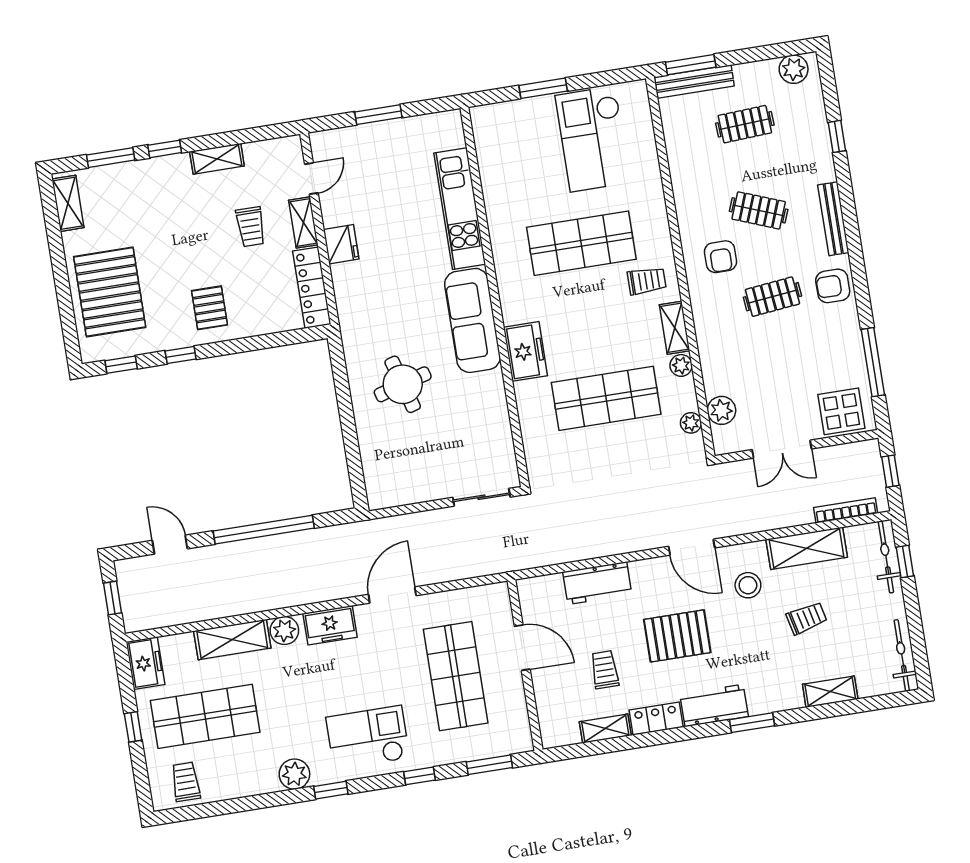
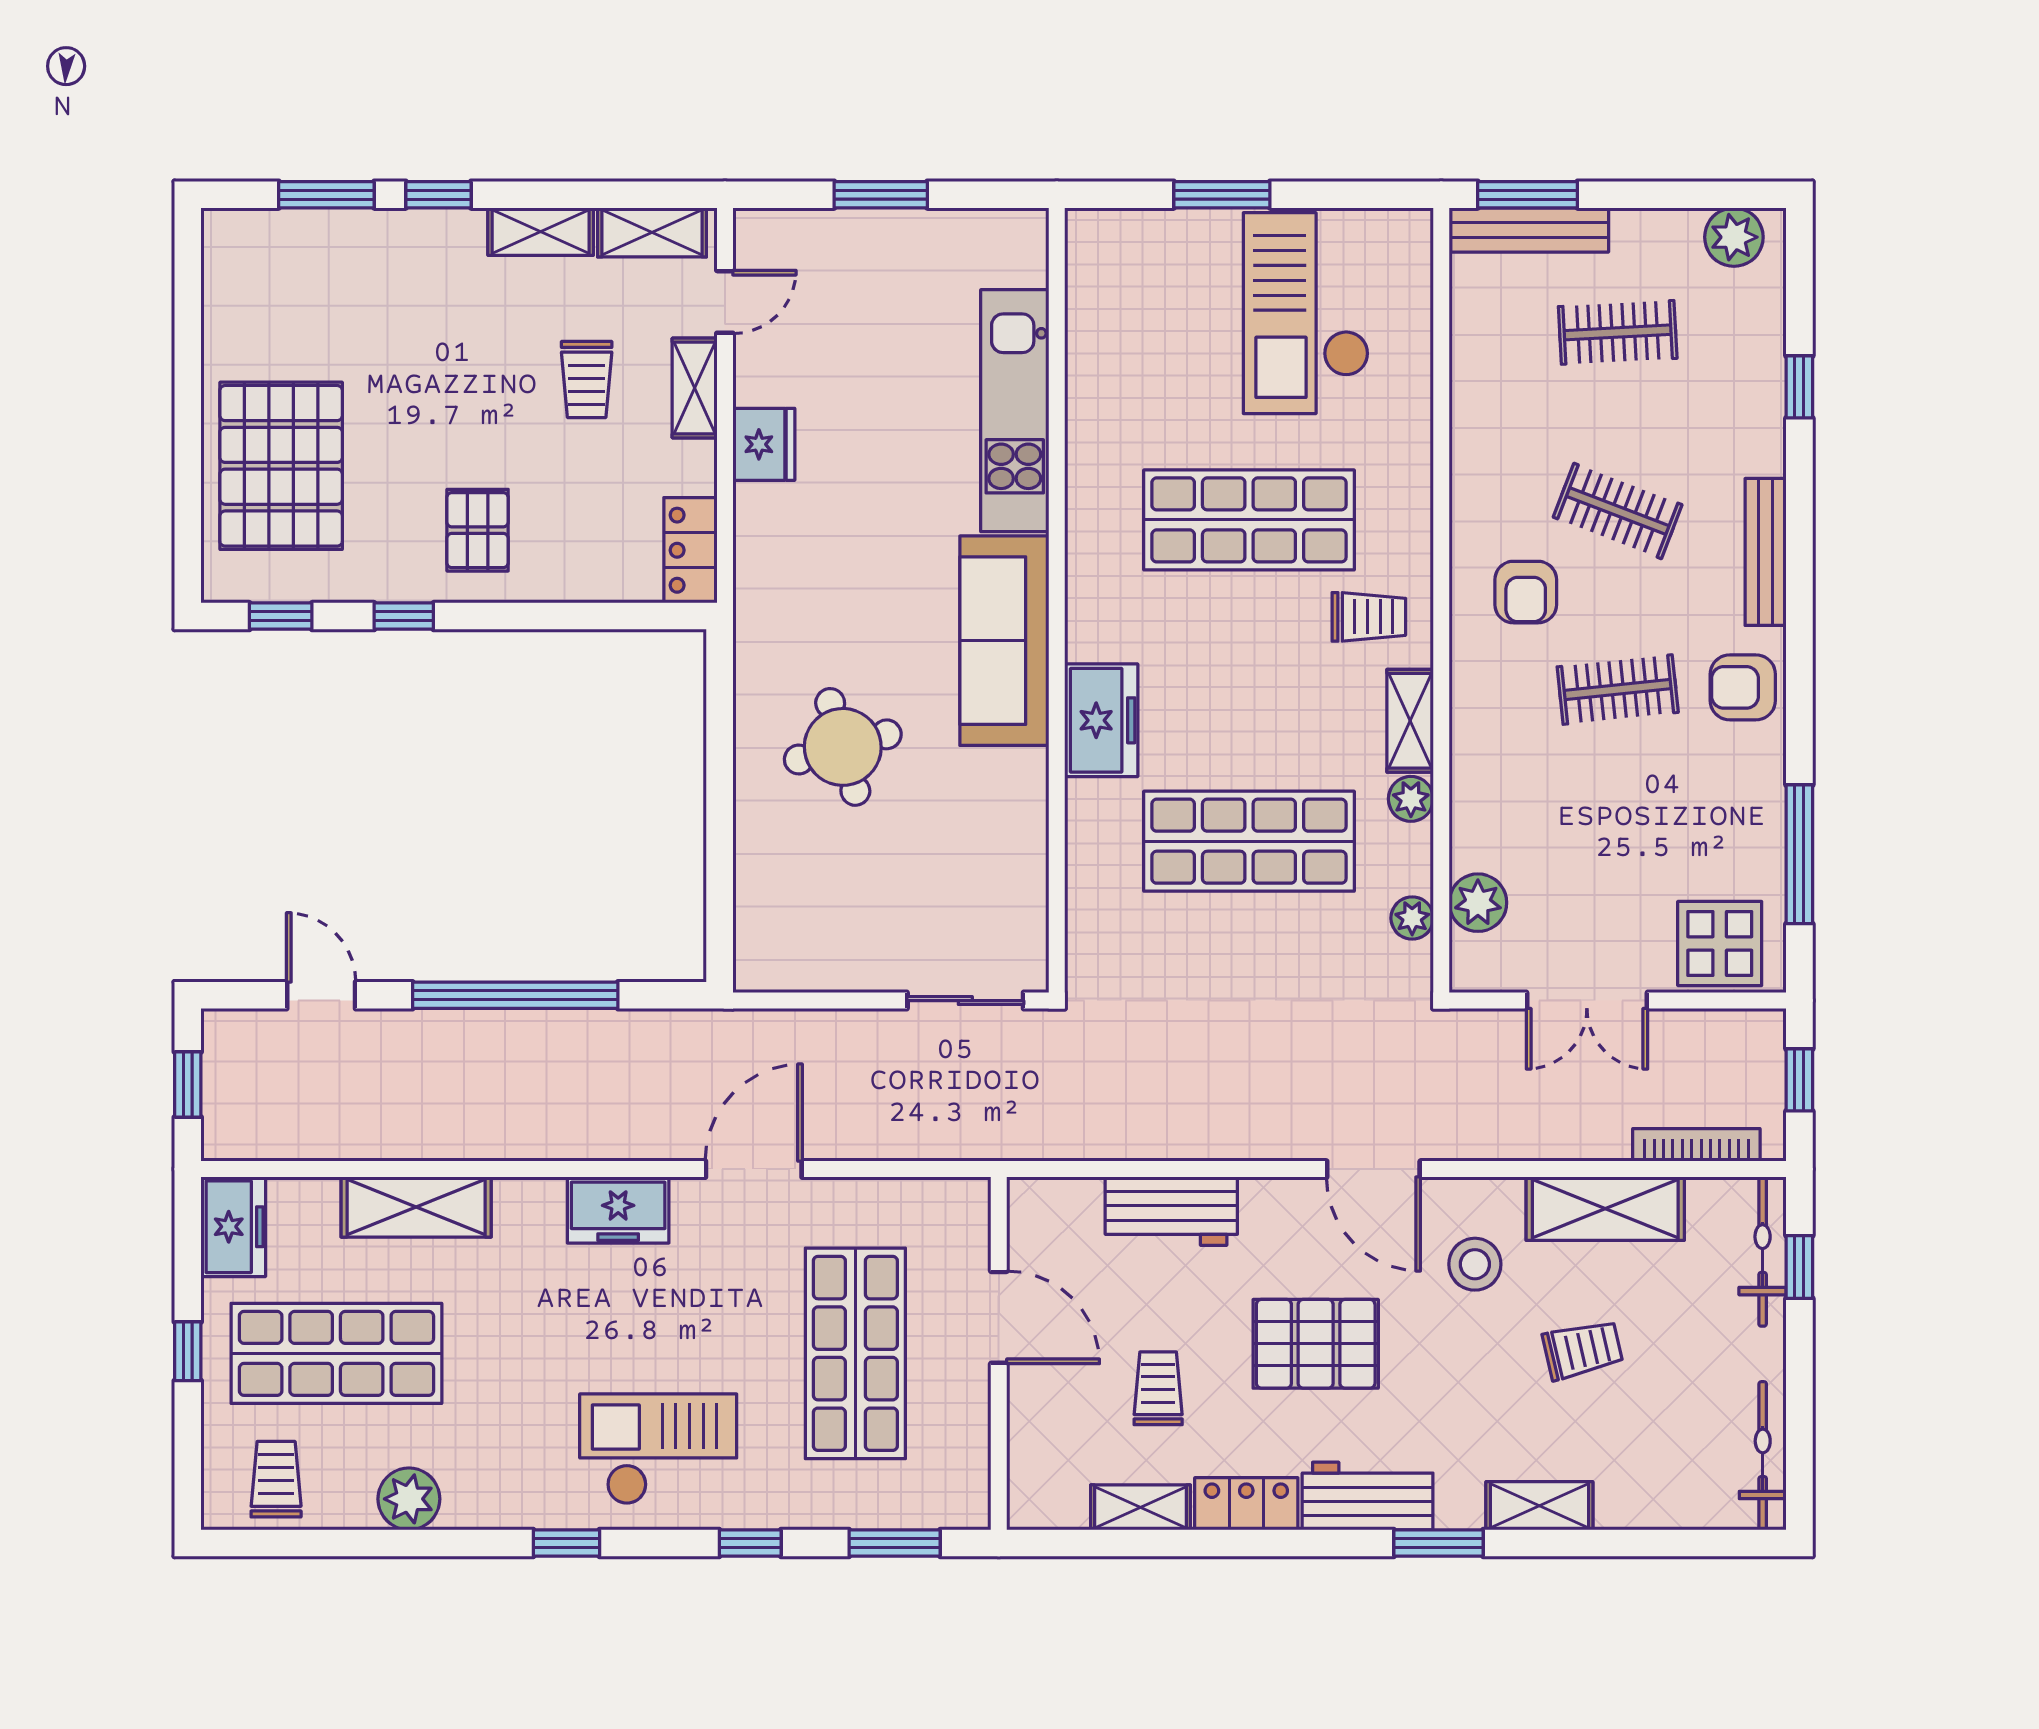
shelving: (68, 203) -> (652, 232), moved, turned 90
locker: (312, 288) -> (690, 550), width x0.66
plant: (284, 631) -> (524, 1206), removed
shelving: (830, 692) -> (1539, 1506), moved
plant: (294, 774) -> (409, 1499), moved

